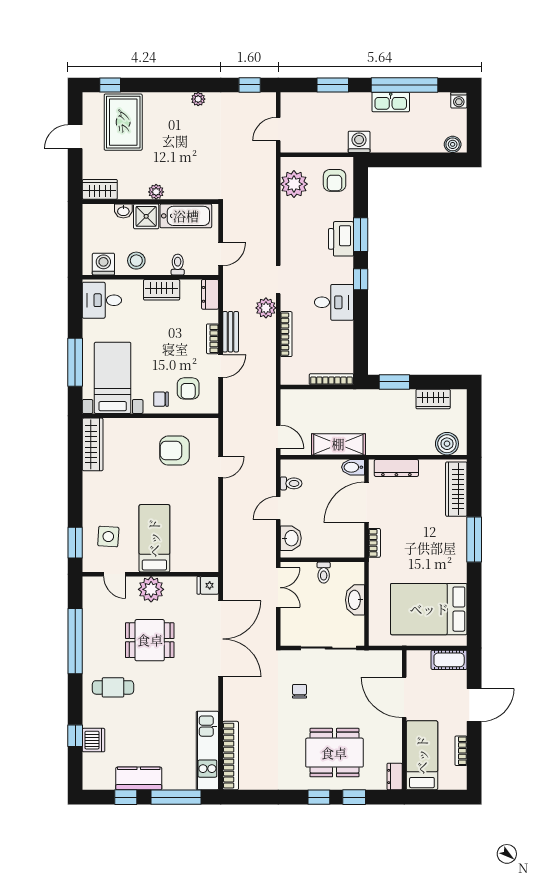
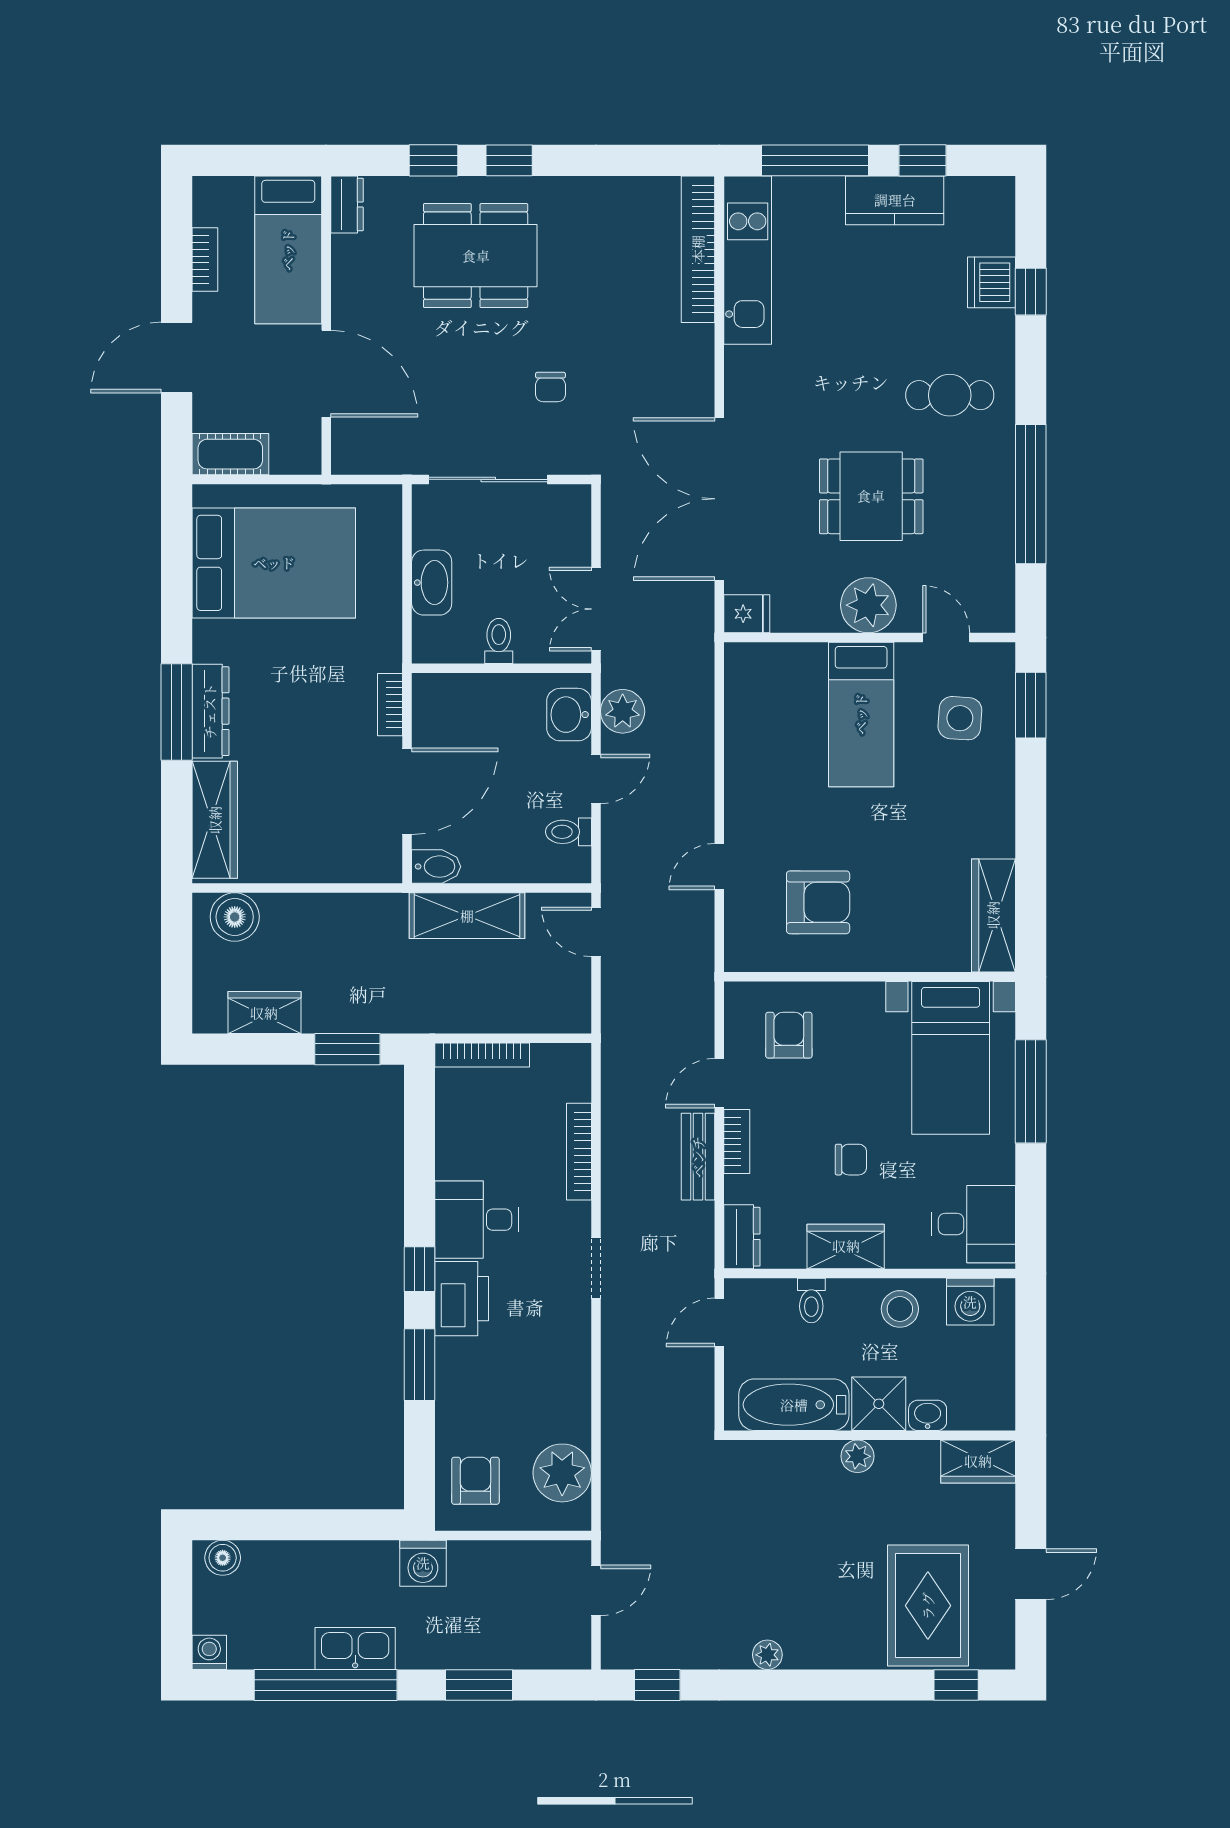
printer: (341, 239) -> (462, 1299), moved
plant: (266, 308) -> (623, 711), moved
chair: (161, 399) -> (851, 1160), moved
dresser: (396, 468) -> (210, 711), moved, turned 90

